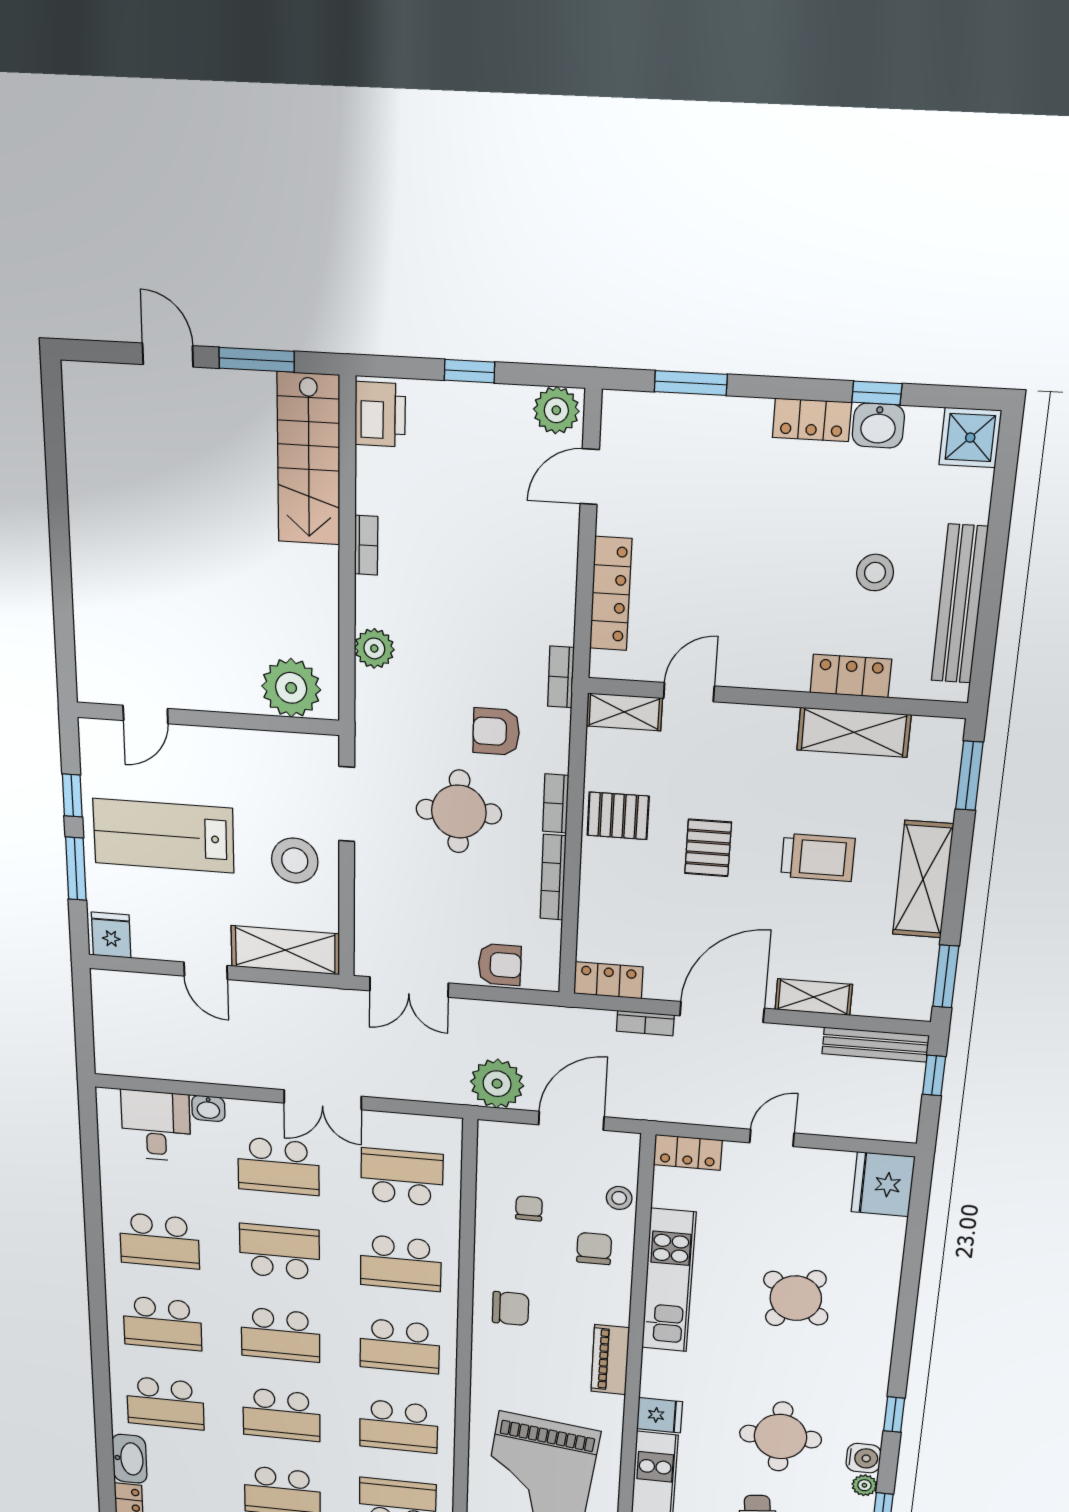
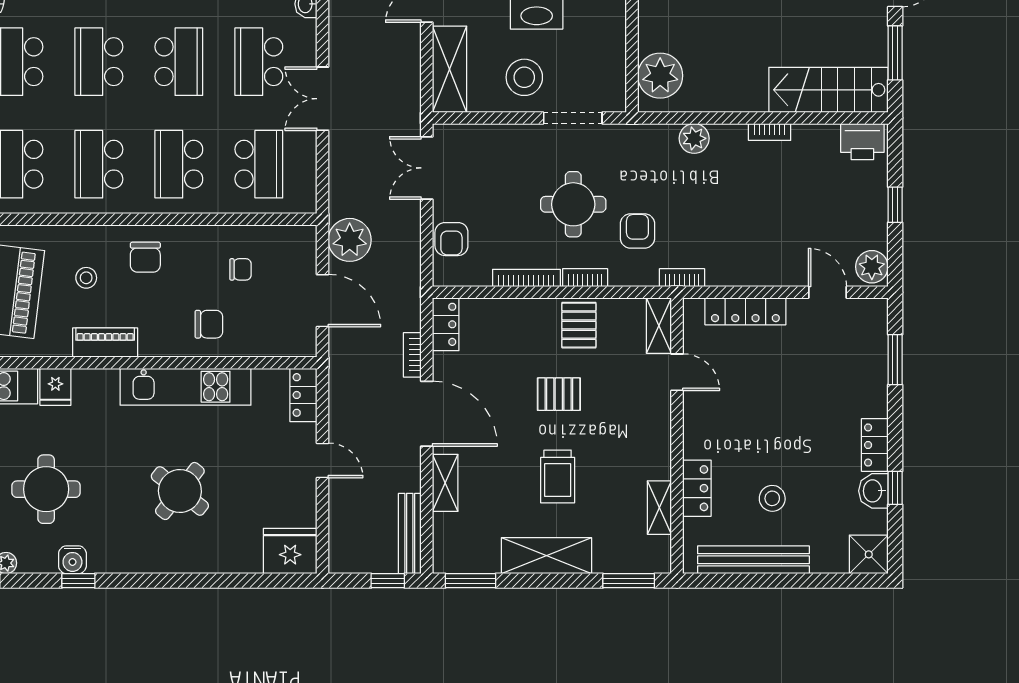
shelving: (854, 732) -> (659, 508), width x0.67, depth x0.75
stool: (619, 1198) -> (86, 278), moved
water cooler: (864, 1458) -> (72, 560), moved

